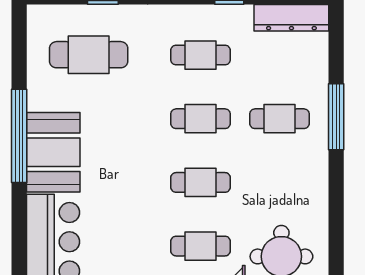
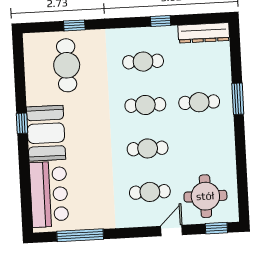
cafe table: (89, 55) -> (67, 65), turned 90
window: (336, 117) -> (238, 99), width x0.69
window: (19, 136) -> (22, 123), width x0.32

